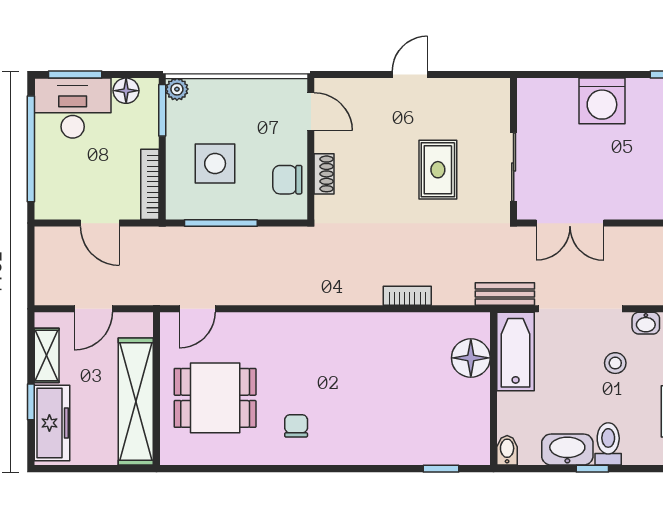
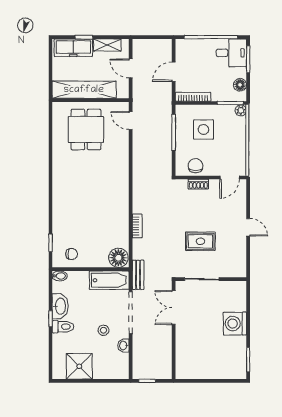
desk: (73, 108) -> (231, 53), width x0.73
floor lamp: (471, 358) -> (118, 258), moved
chair: (296, 426) -> (72, 254), moved

